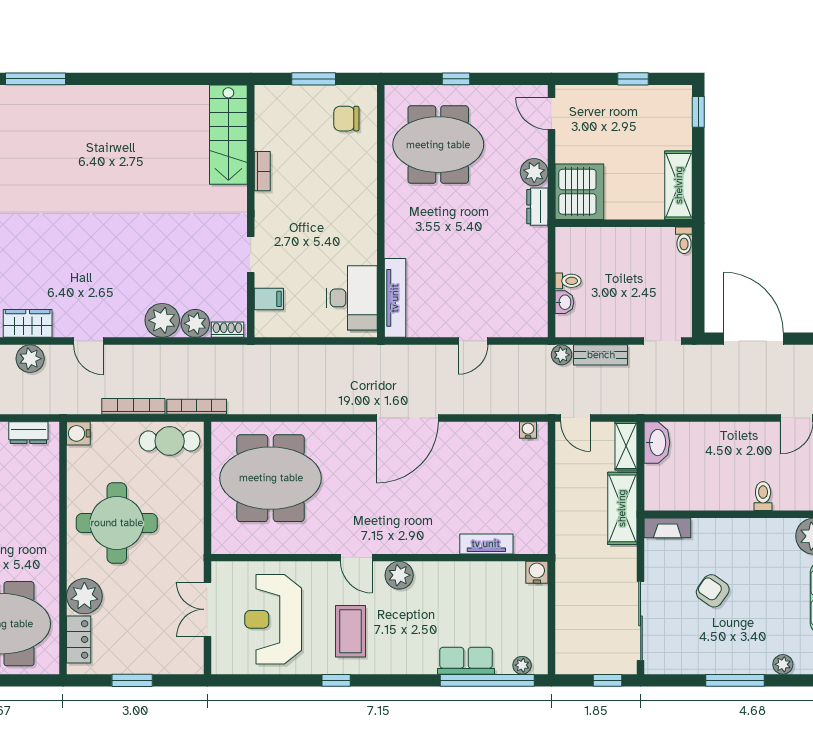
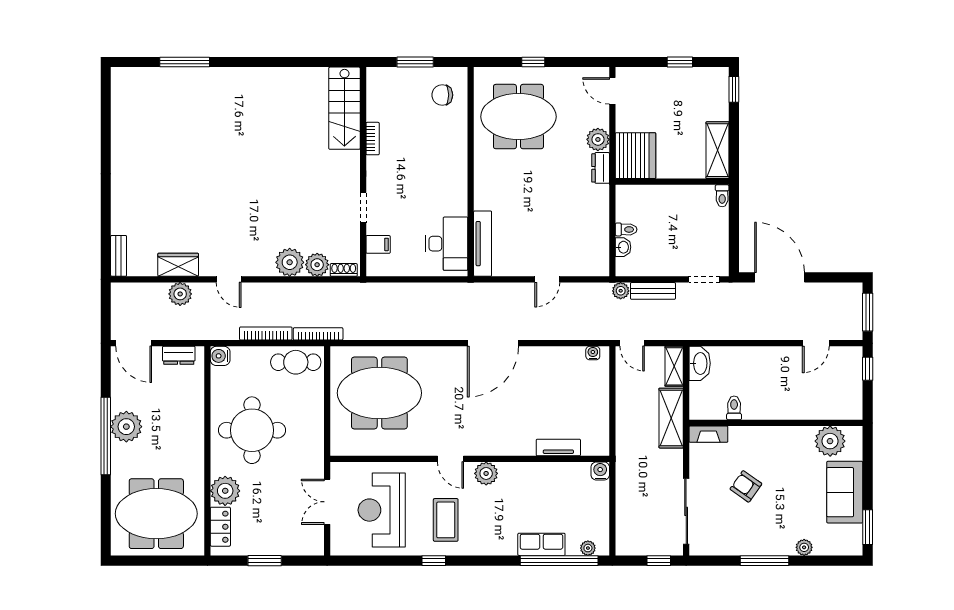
toilet: (763, 496) -> (734, 408), moved

